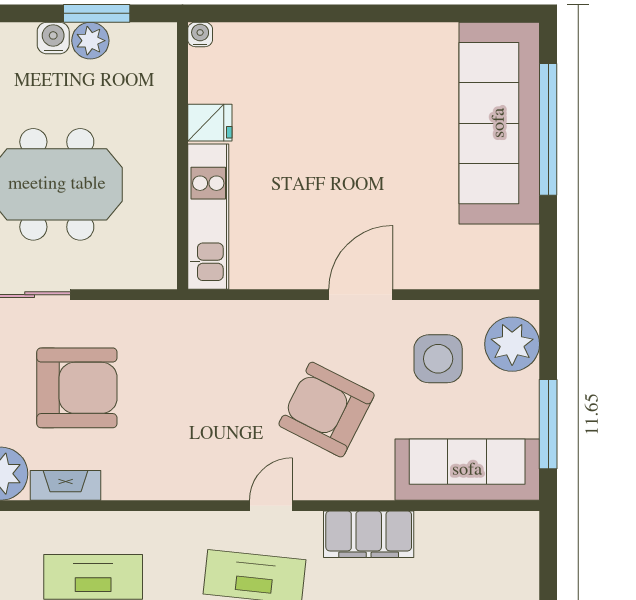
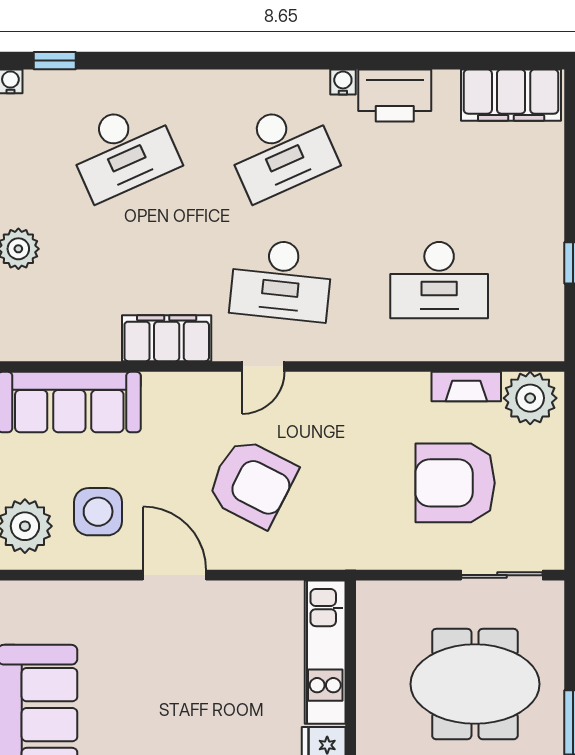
door: (361, 295) -> (174, 575), swing flipped
armchair: (327, 410) -> (252, 483), moved

